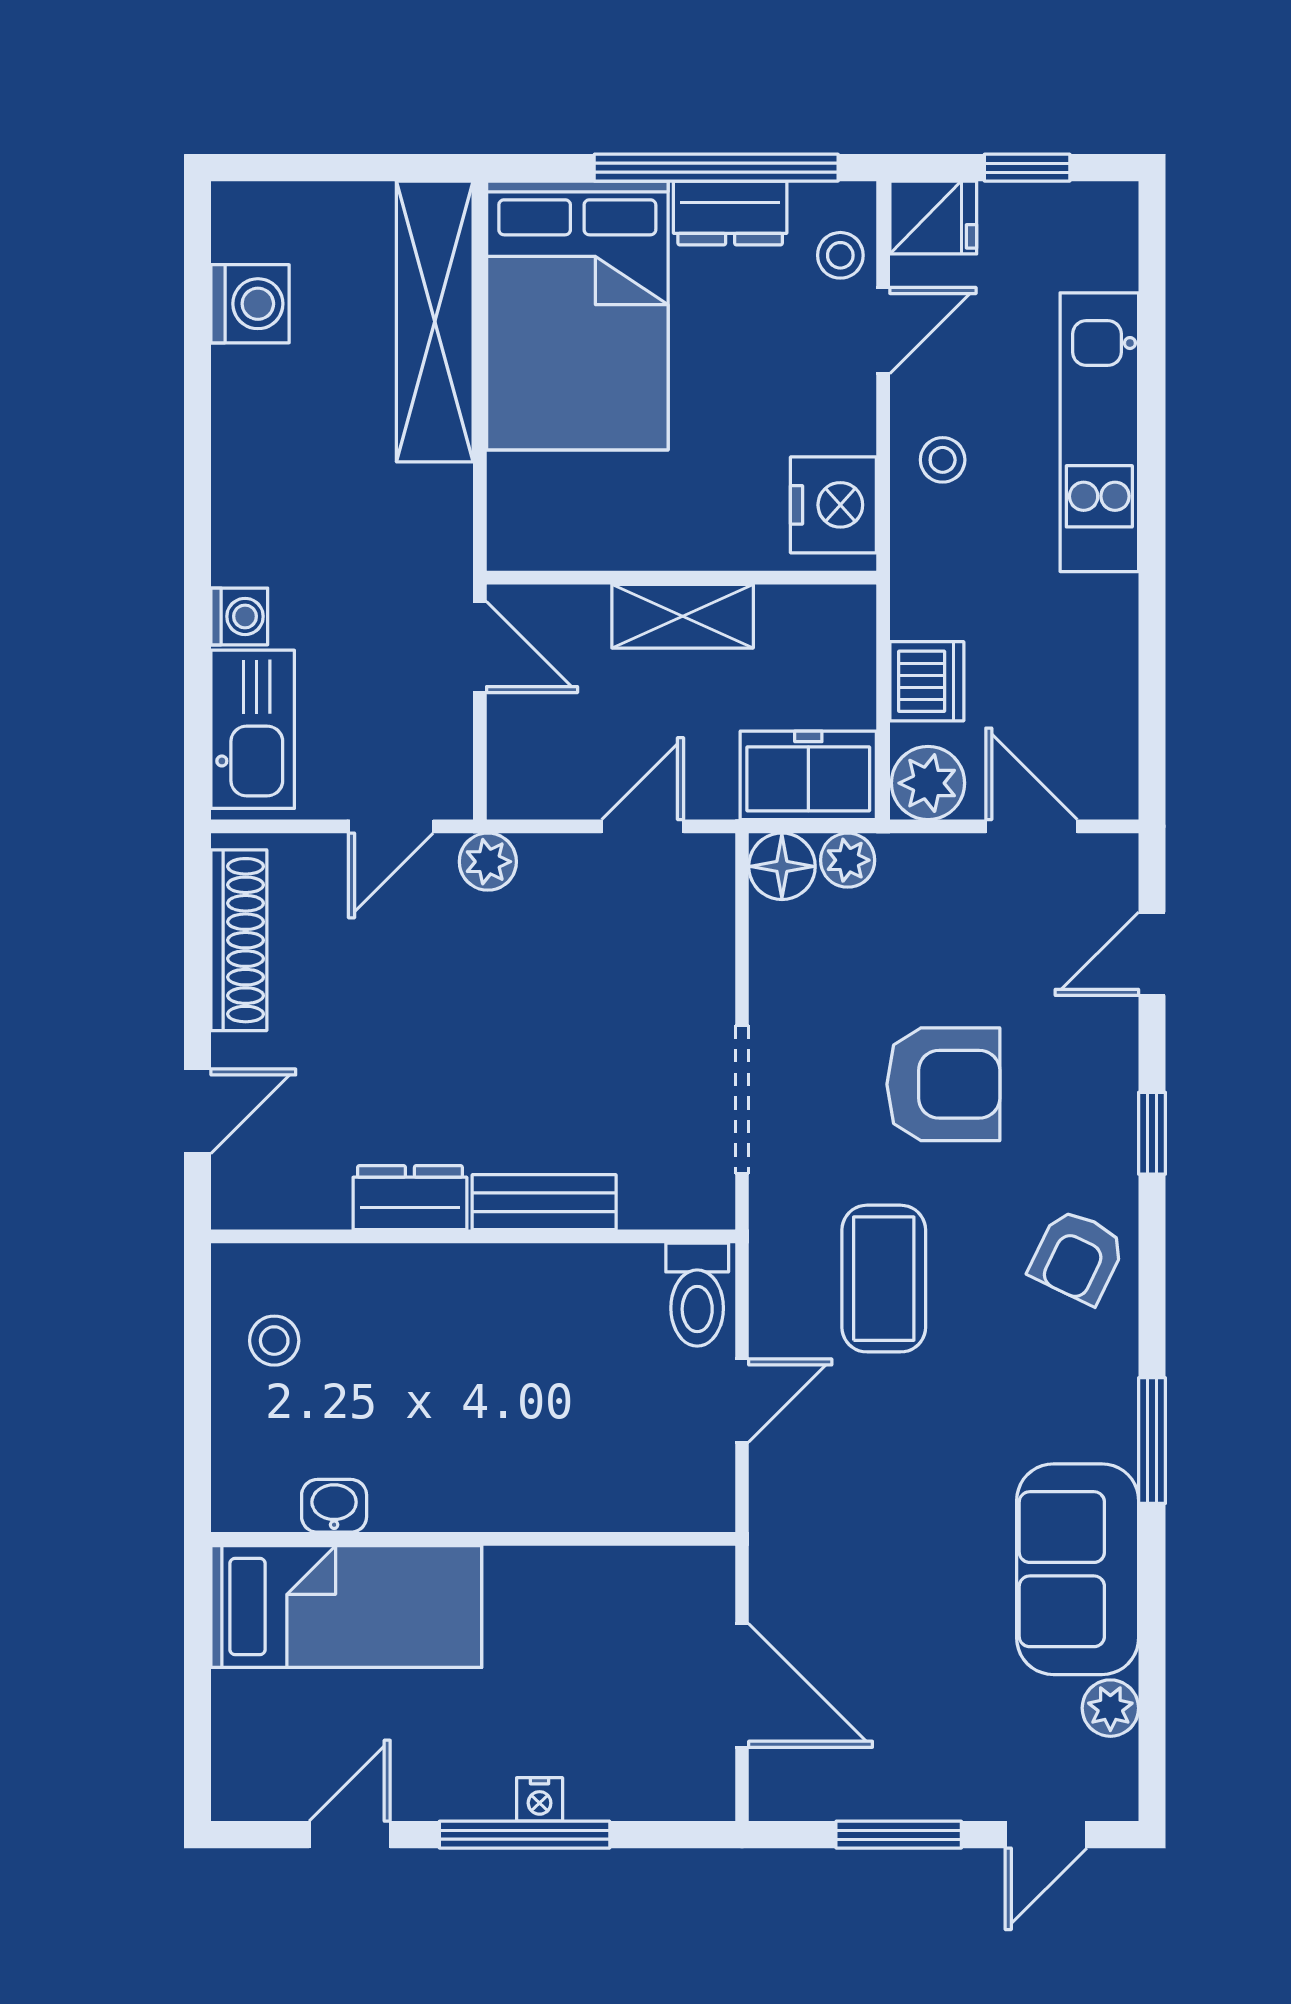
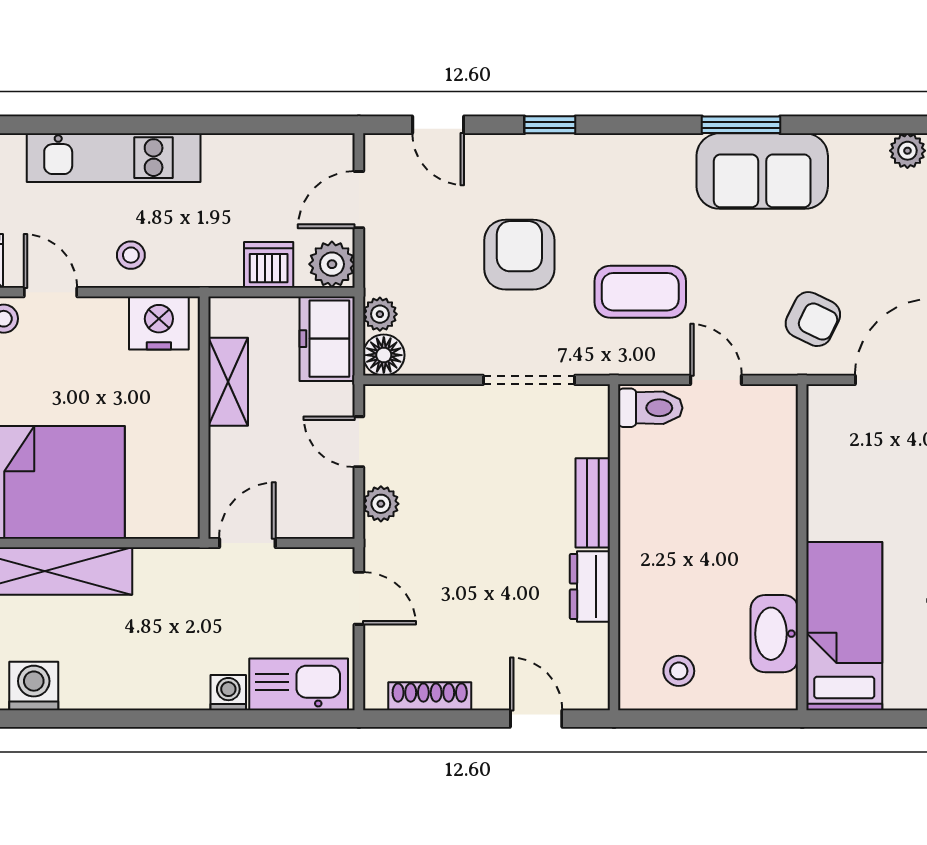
shelving: (683, 616) -> (228, 382), moved
plant: (488, 862) -> (381, 504), moved
shoe rack: (239, 940) -> (430, 696), width x0.74, depth x0.81
armchair: (1077, 1256) -> (813, 319), moved
washbasin: (334, 1506) -> (774, 634), width x1.91, depth x1.45
sofa: (1078, 1569) -> (762, 171), moved

